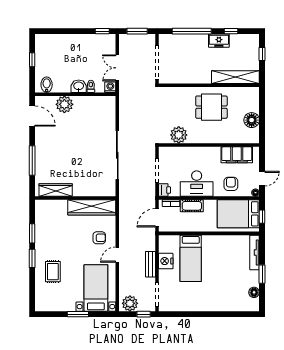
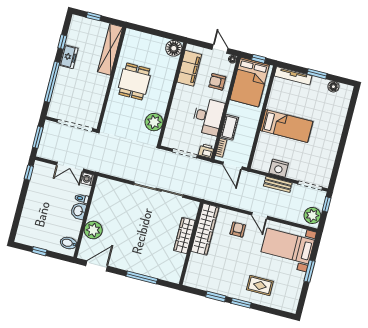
floor lamp: (252, 120) -> (174, 48), moved
wardrobe: (56, 190) -> (184, 236), moved
bed: (191, 258) -> (287, 126), moved

